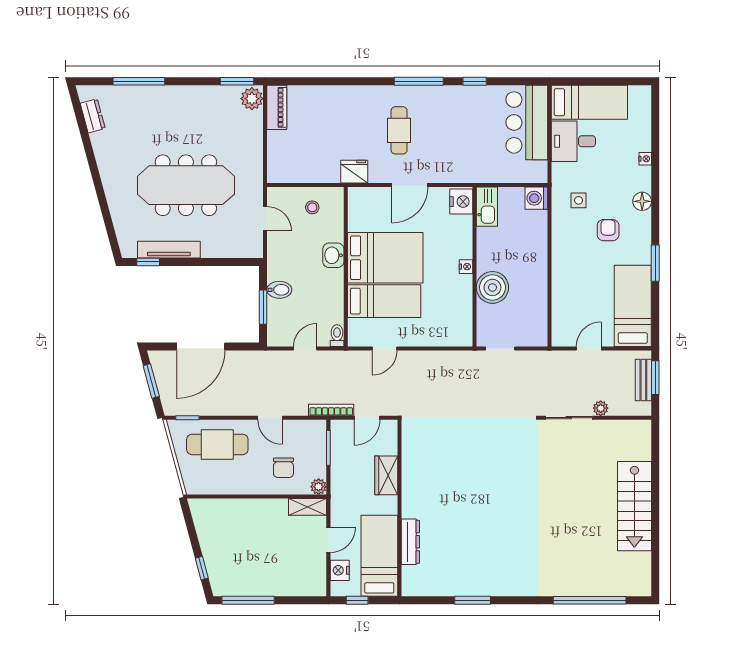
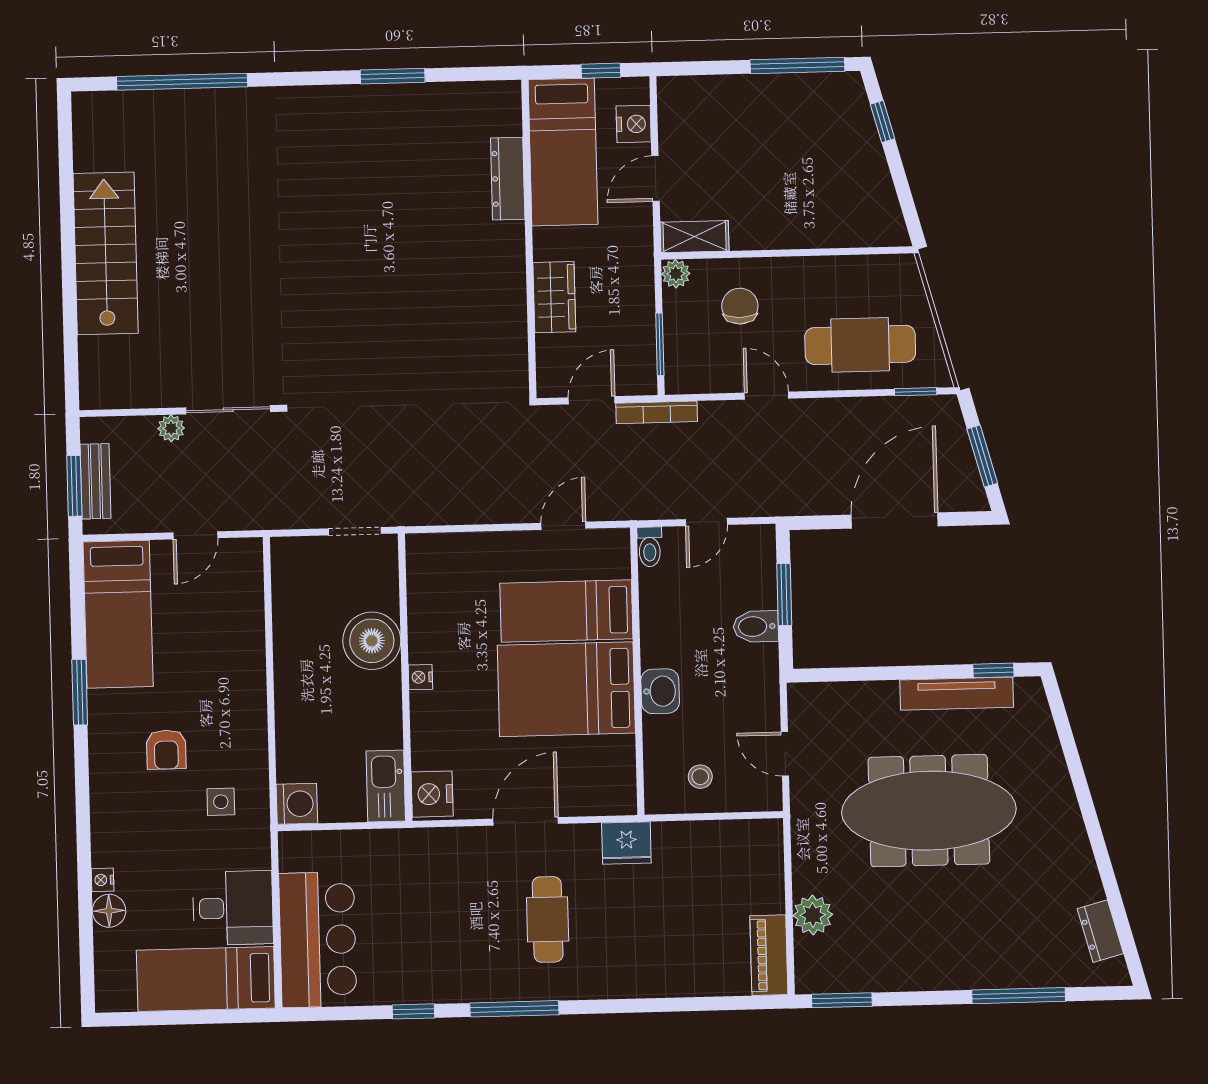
plant: (252, 99) -> (813, 915), moved
floor lamp: (642, 201) -> (109, 911), moved

